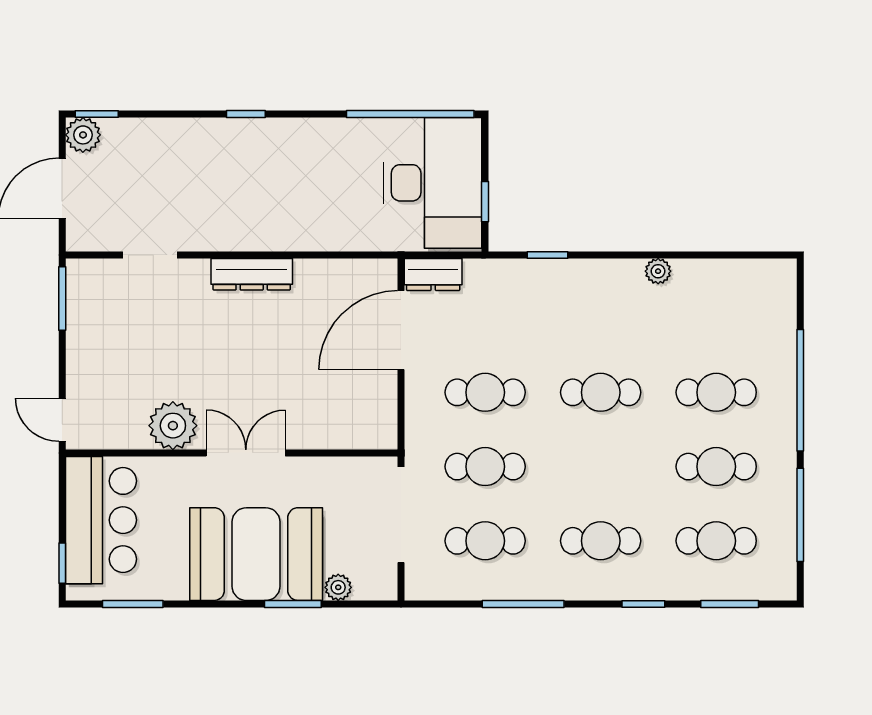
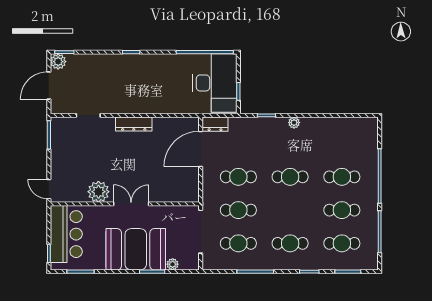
plant: (658, 271) -> (294, 123), moved

